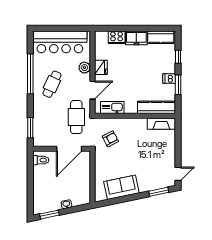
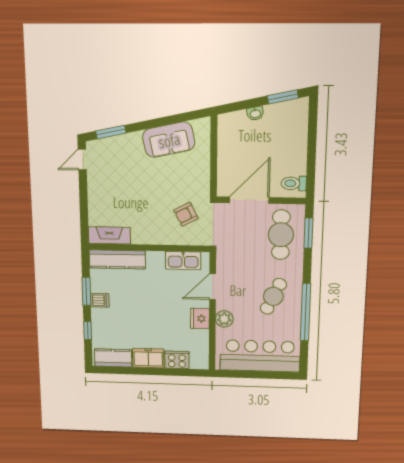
cafe table: (76, 117) -> (281, 235), moved

